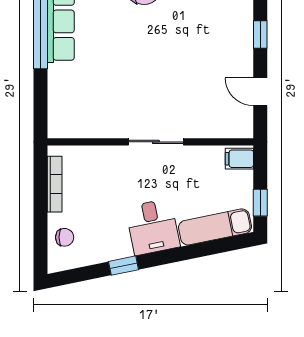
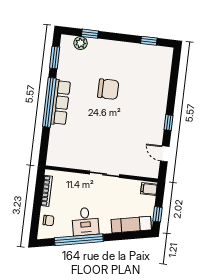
desk: (153, 227) -> (85, 221), moved
window: (124, 266) -> (79, 240), width x3.17

